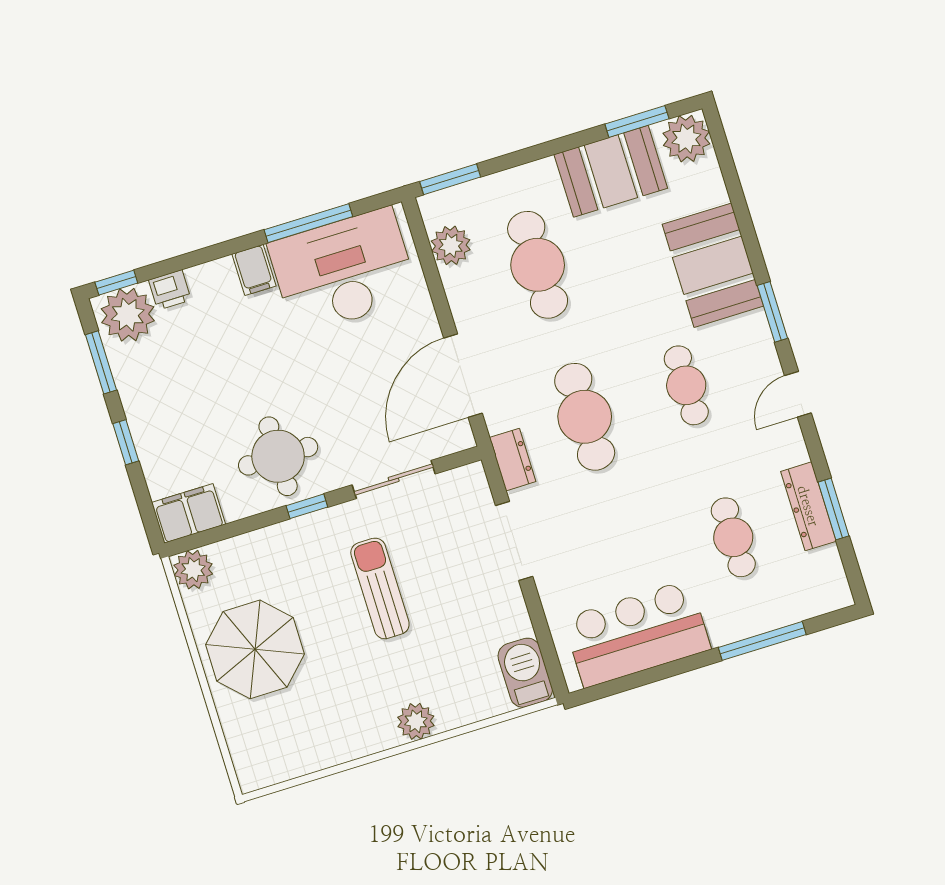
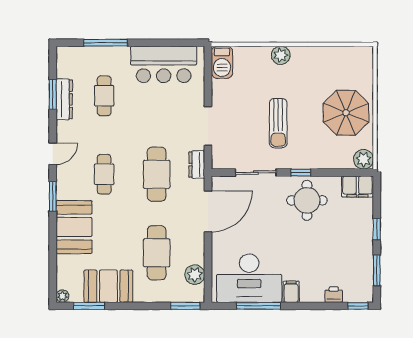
plant: (686, 139) -> (62, 296), width x0.53, depth x0.53
plant: (128, 315) -> (357, 289), removed

